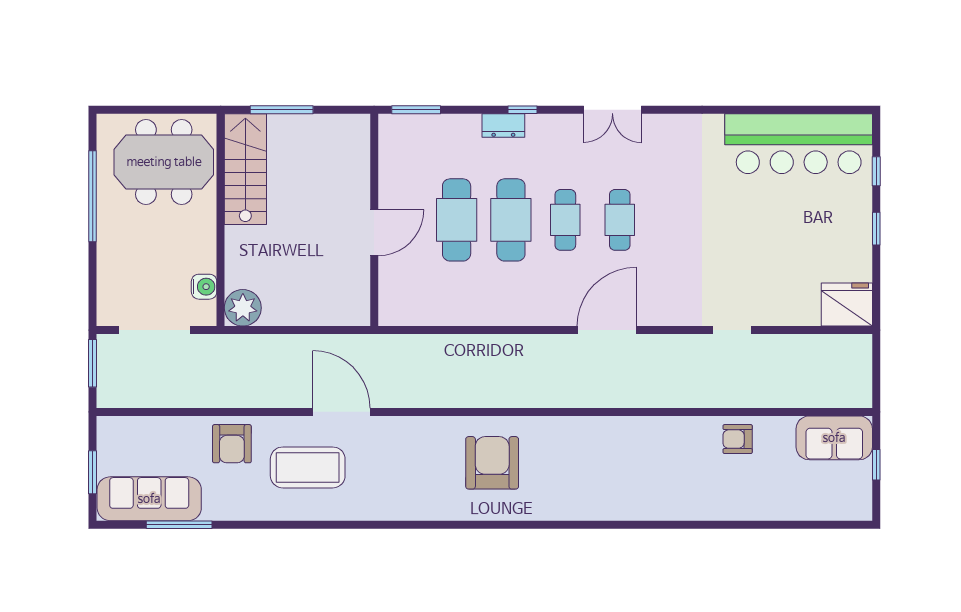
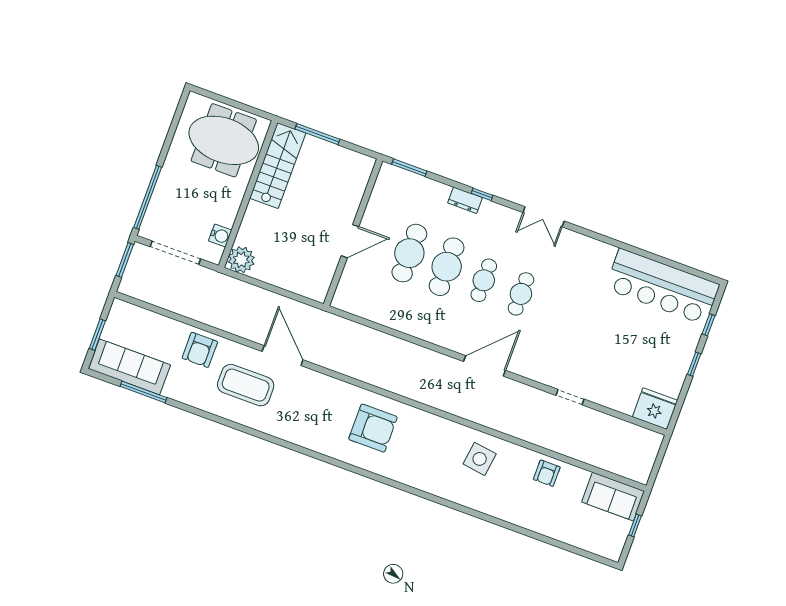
window: (93, 196) -> (148, 197), moved
armchair: (738, 439) -> (547, 473), turned -90
side table: (644, 452) -> (480, 459), added
armchair: (492, 463) -> (373, 428), turned 90

